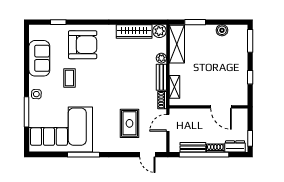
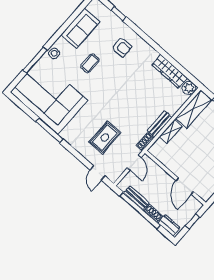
armchair: (83, 45) -> (122, 47), width x0.53, depth x0.53
plant: (161, 58) -> (172, 110), removed
shelving: (175, 87) -> (171, 131), moved
door: (168, 123) -> (134, 163), swing flipped
window: (250, 138) -> (193, 221), moved

